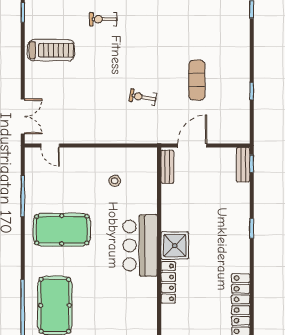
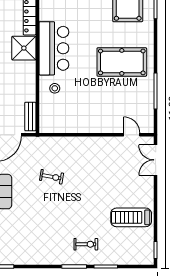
stool: (115, 181) -> (55, 88), moved

